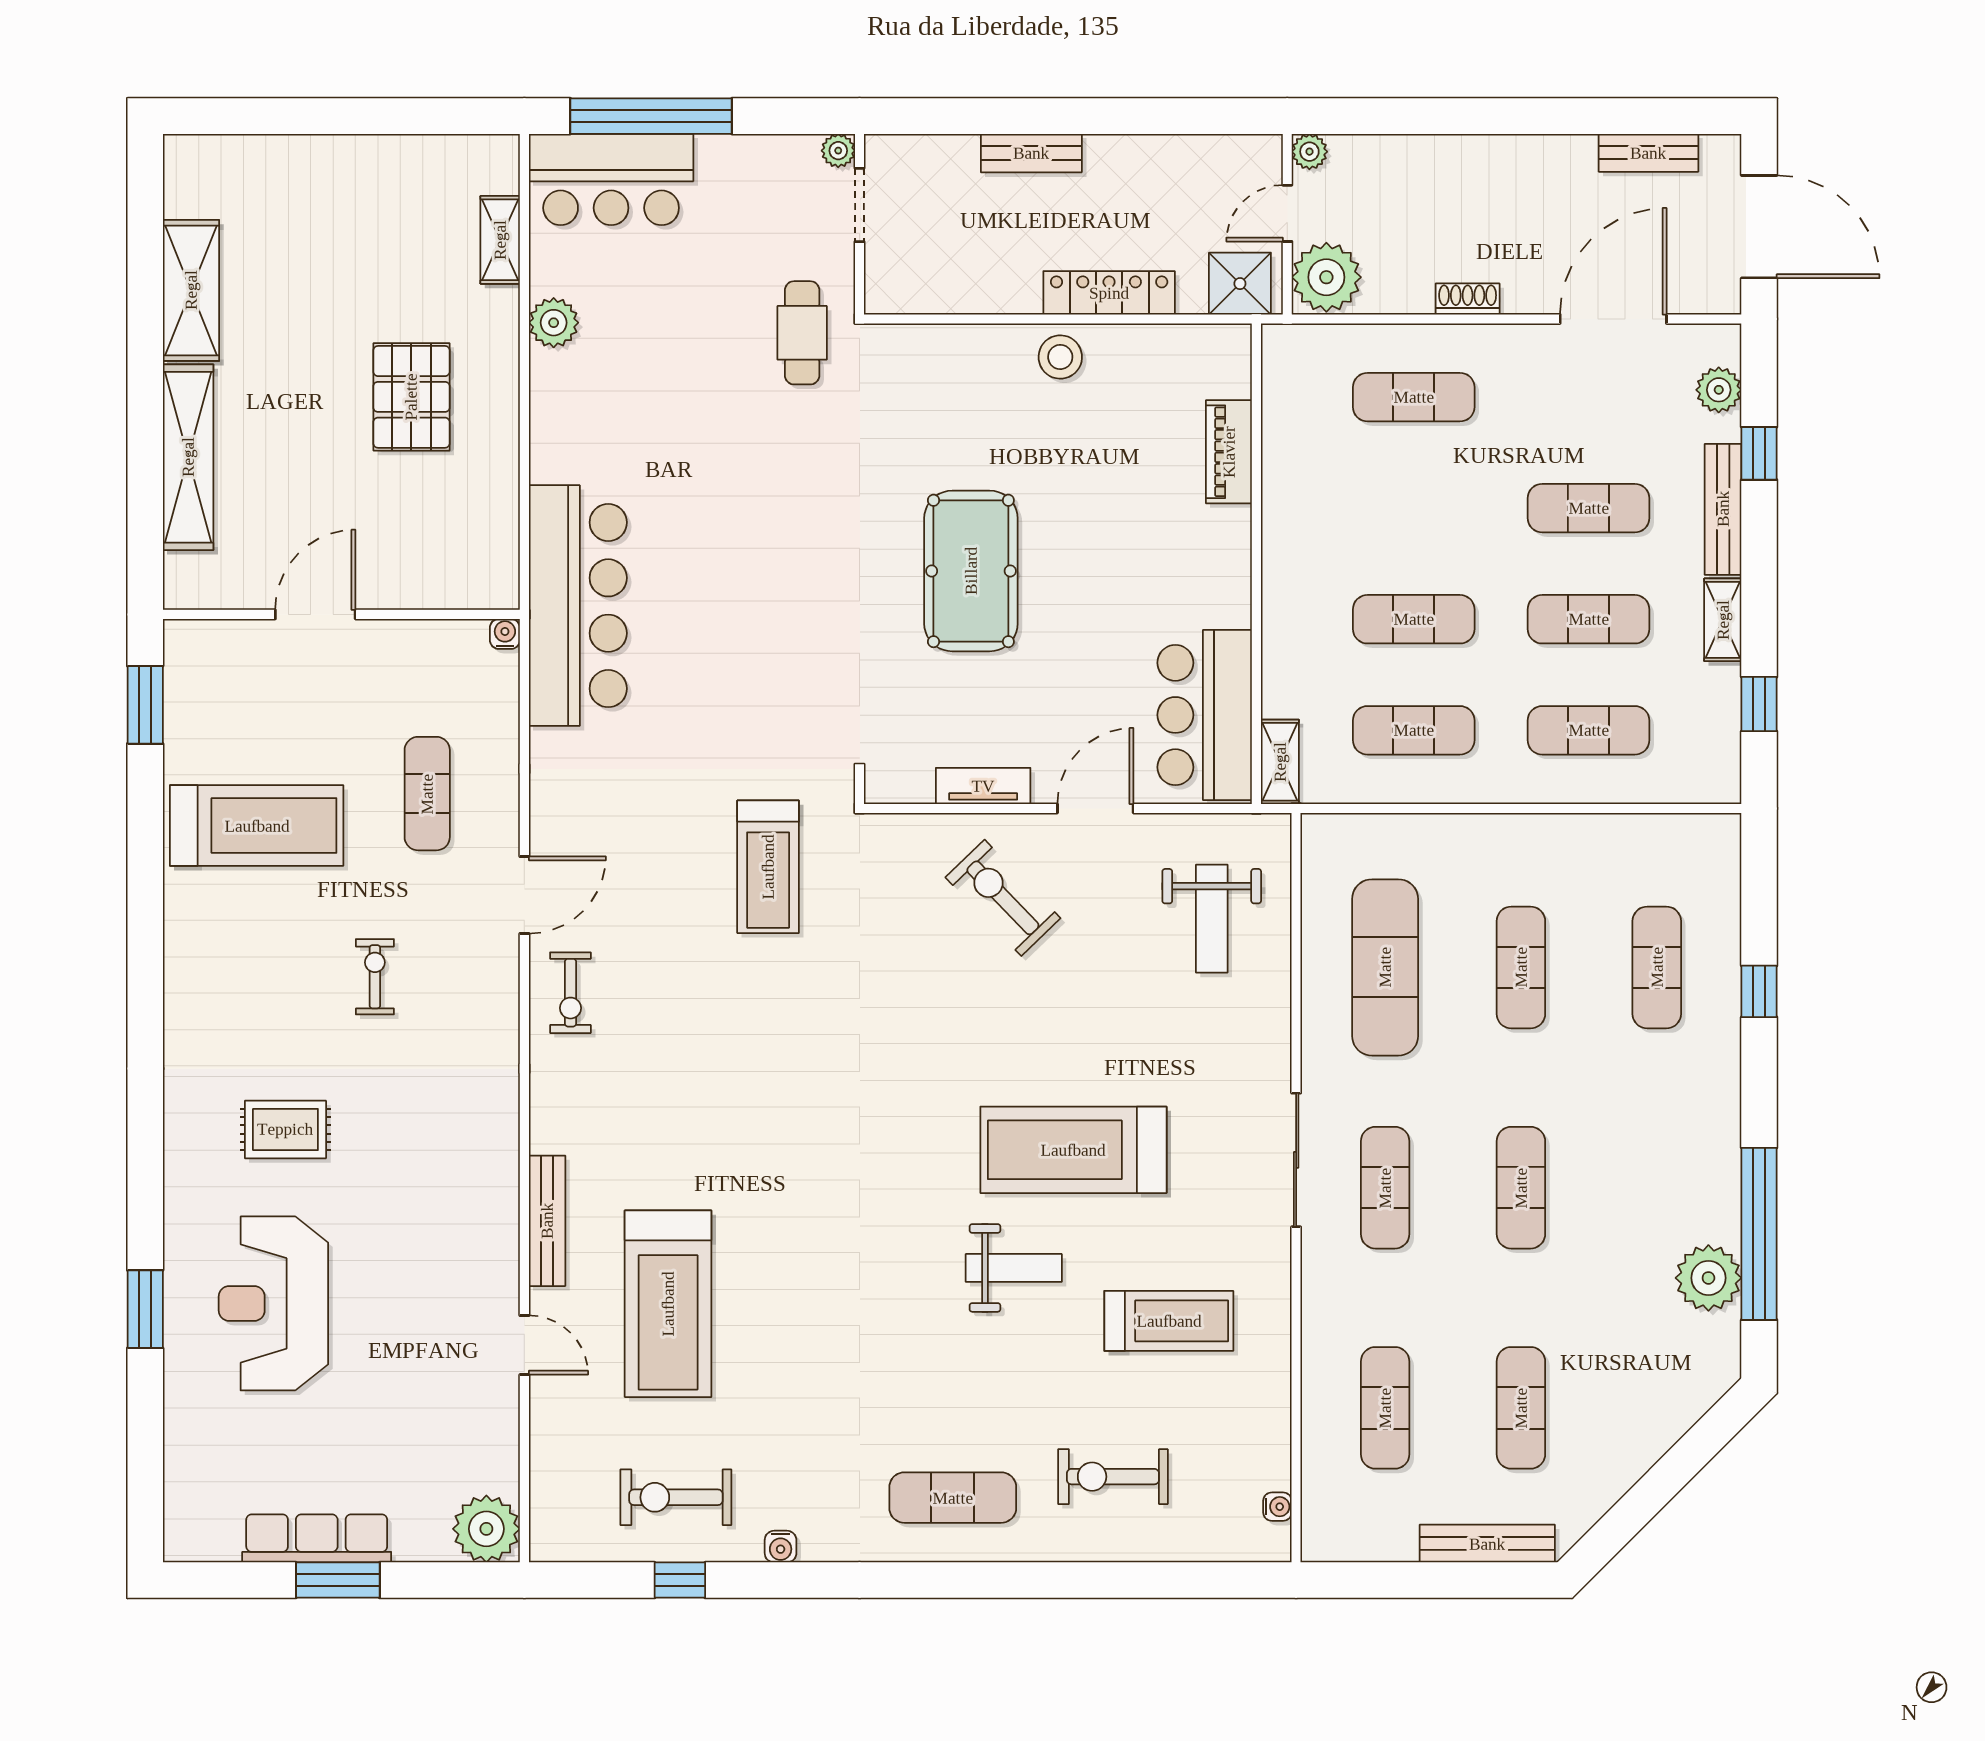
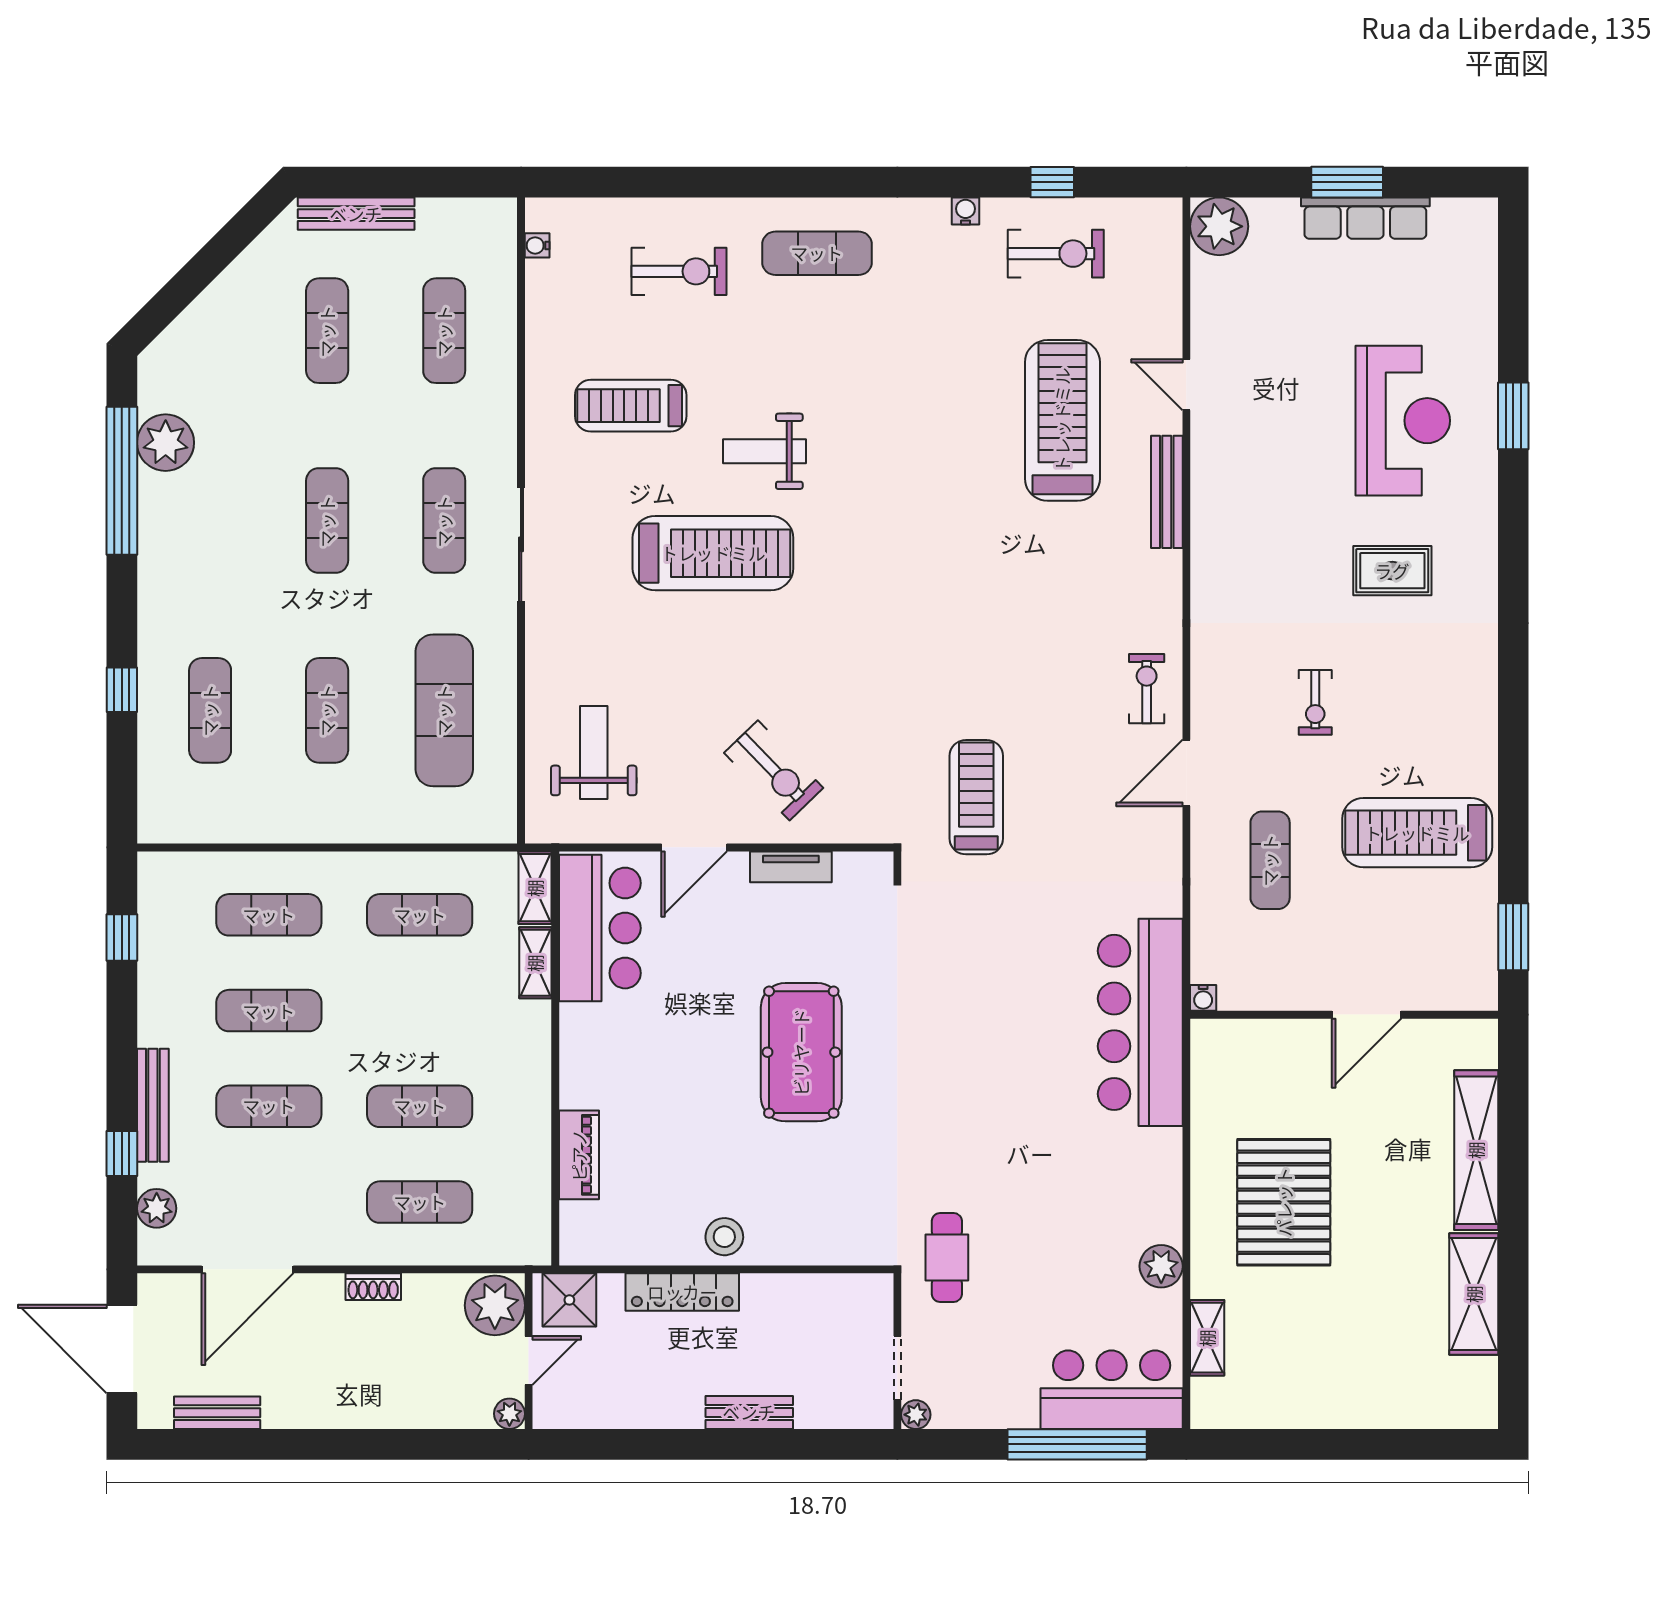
pallet: (411, 397) -> (1284, 1202), width x1.37, depth x1.41
exercise mat: (1414, 619) -> (420, 1106), moved
shelving: (1723, 620) -> (535, 963), moved

